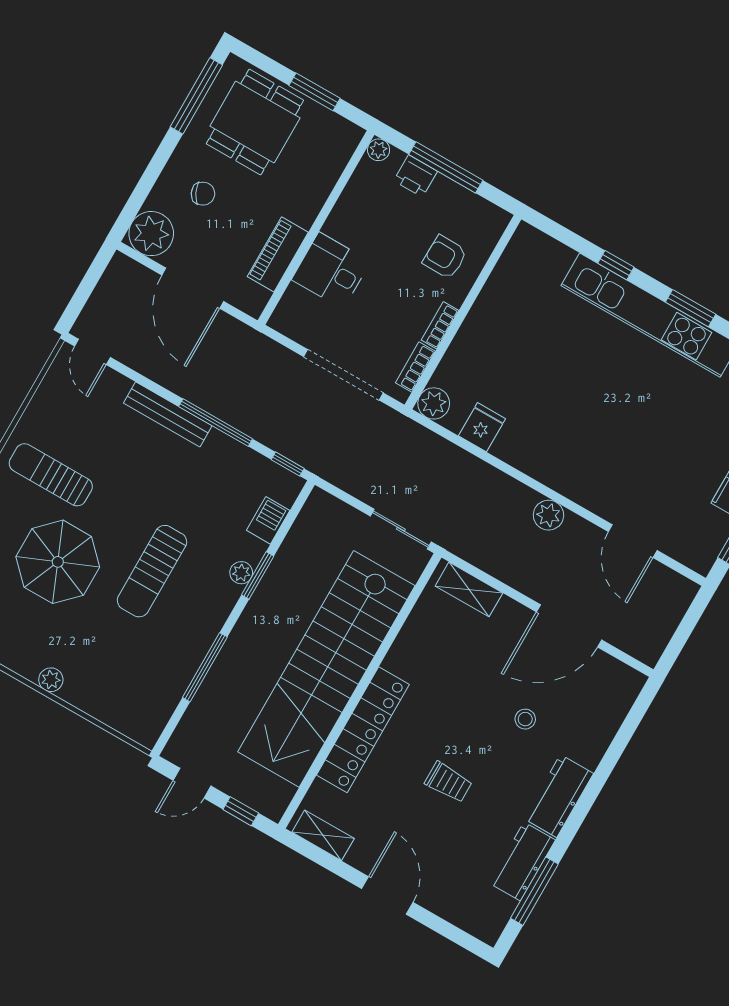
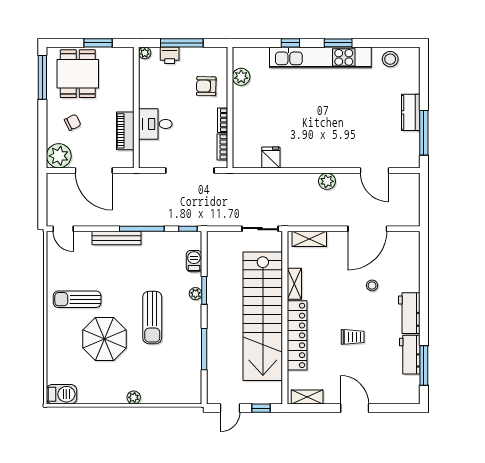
plant: (434, 403) -> (241, 77), moved
shelving: (405, 646) -> (294, 284), added

